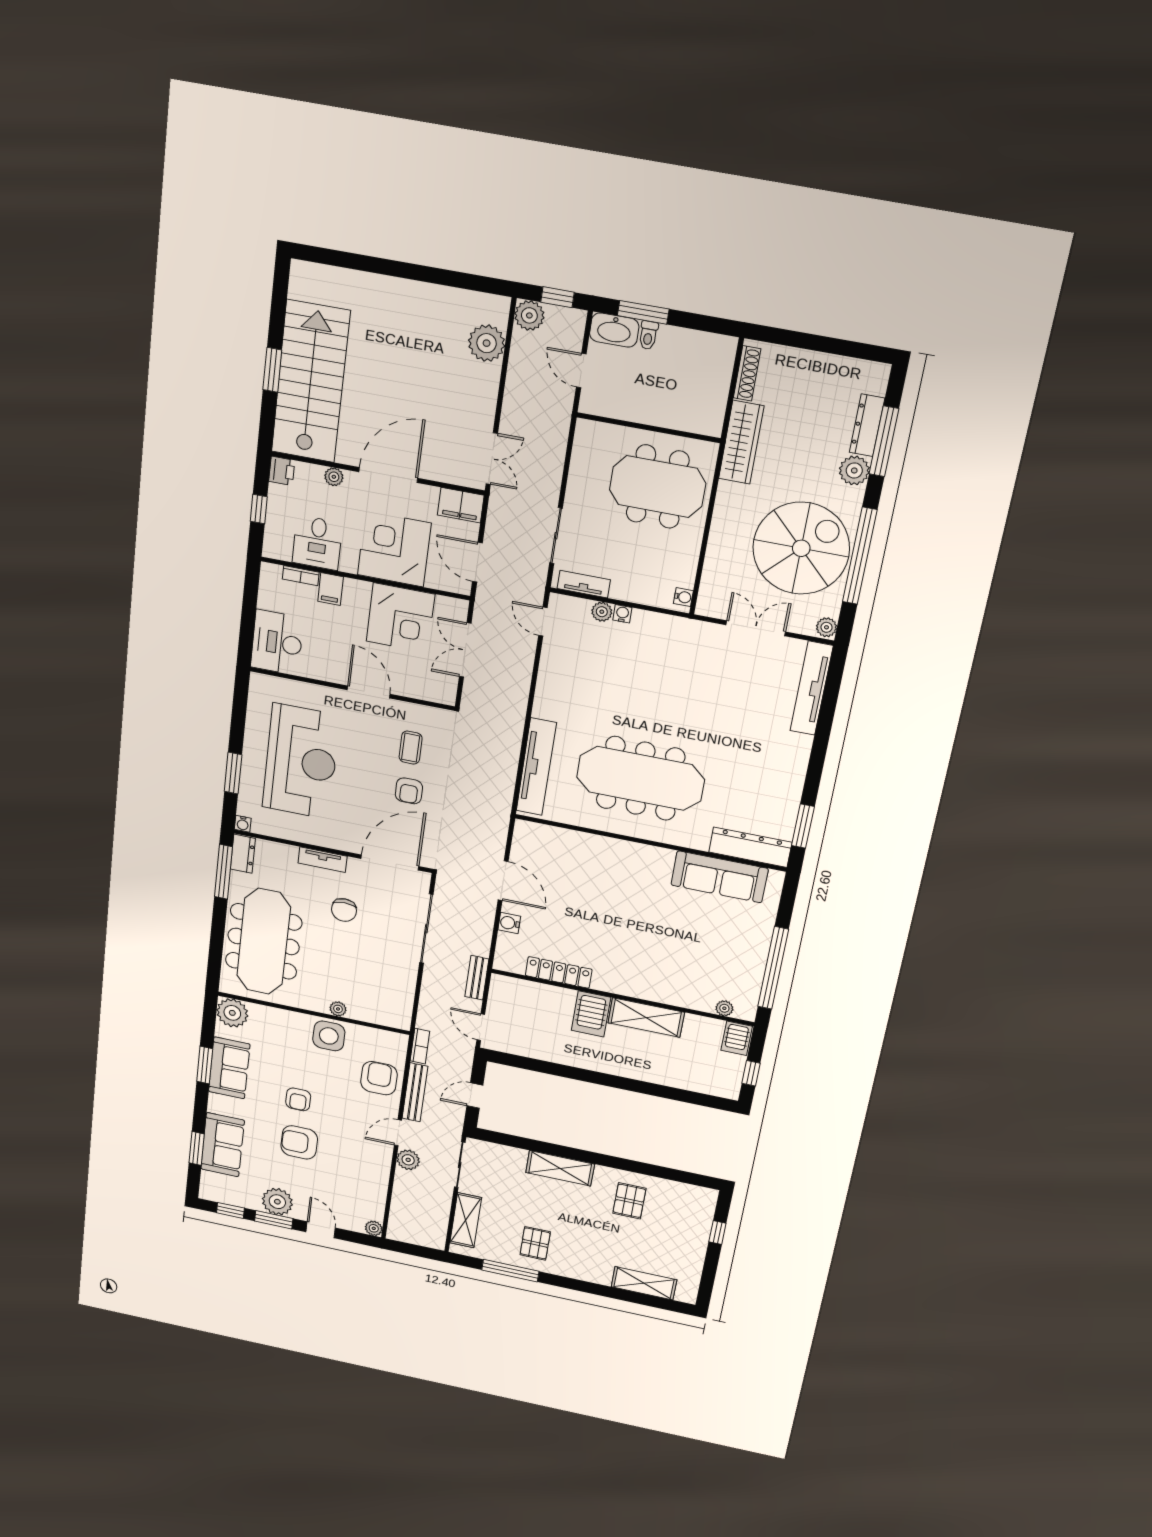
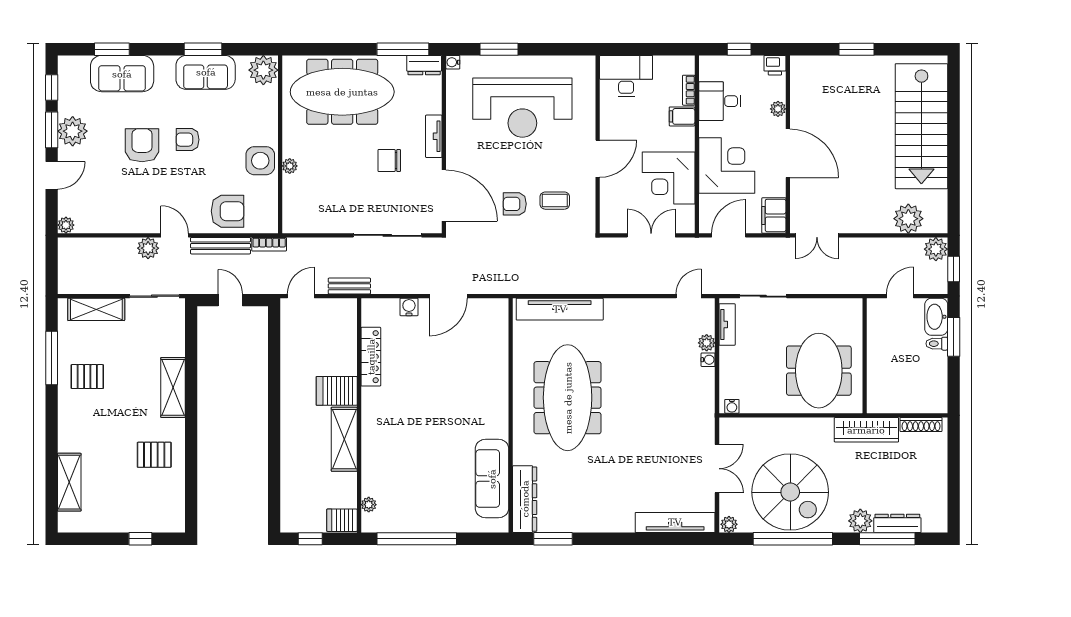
stairs: (311, 382) -> (921, 126), moved, turned 90

